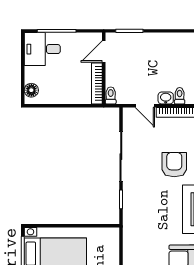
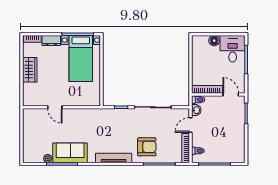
floor lamp: (31, 90) -> (214, 41), moved
washbasin: (166, 98) -> (196, 110), moved

